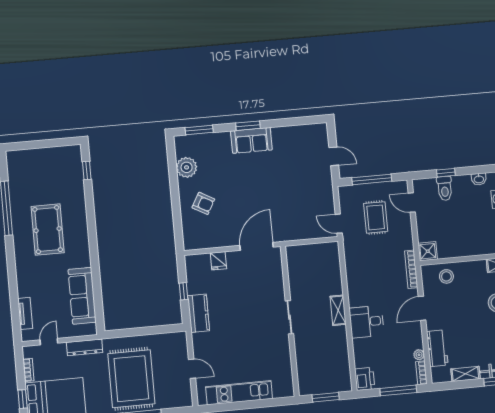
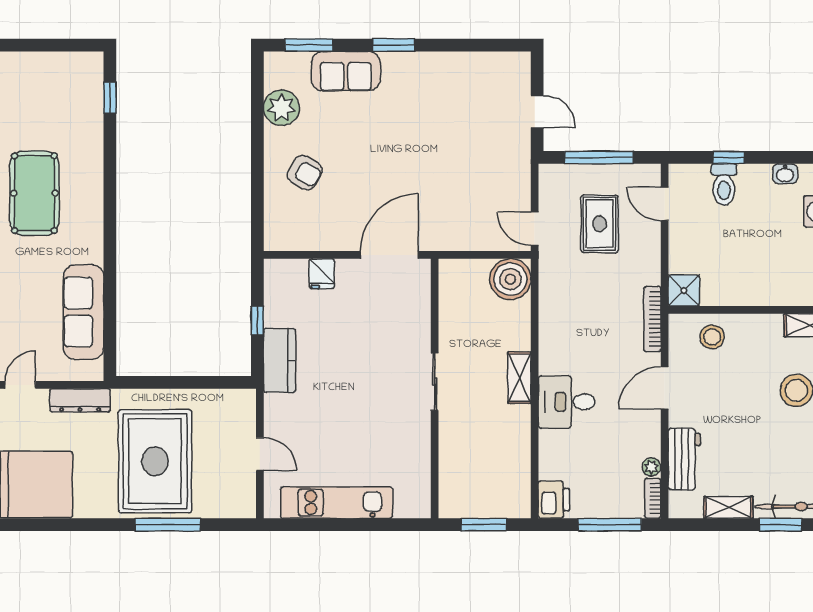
sofa: (251, 140) -> (346, 71), moved
boiler: (328, 254) -> (510, 279), added

